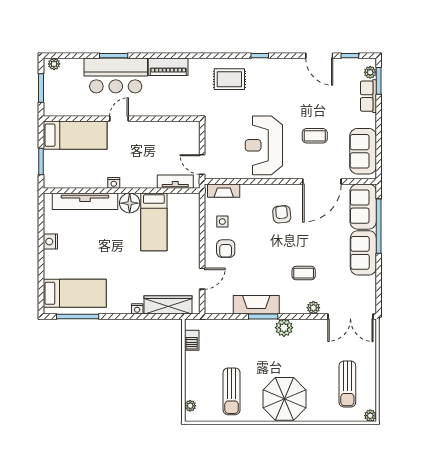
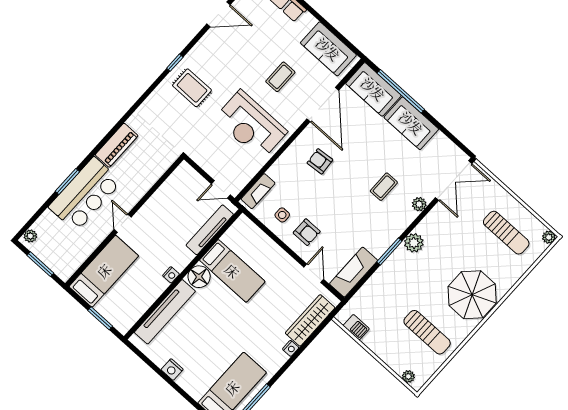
rug: (229, 79) -> (192, 88), moved, turned 90
tv unit: (175, 182) -> (210, 230), width x1.41
fireplace: (256, 305) -> (354, 272), moved

